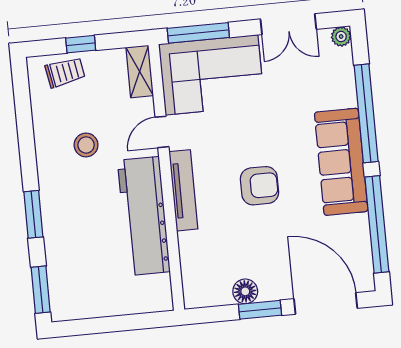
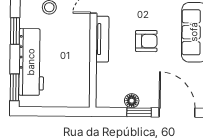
window: (33, 214) -> (15, 31), moved
workbench: (144, 216) -> (31, 62), moved, turned 180

